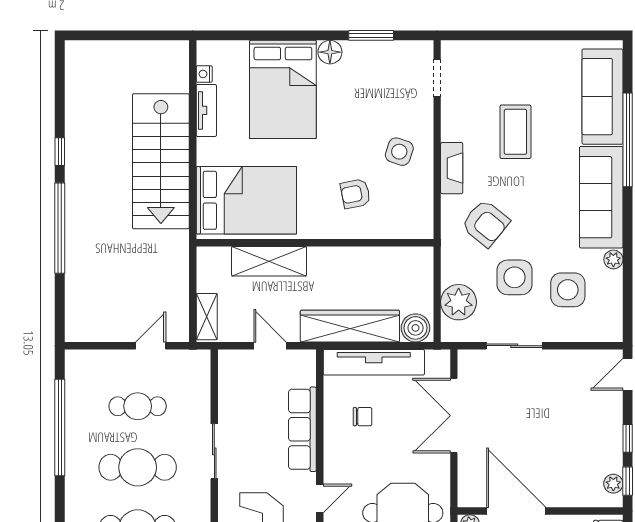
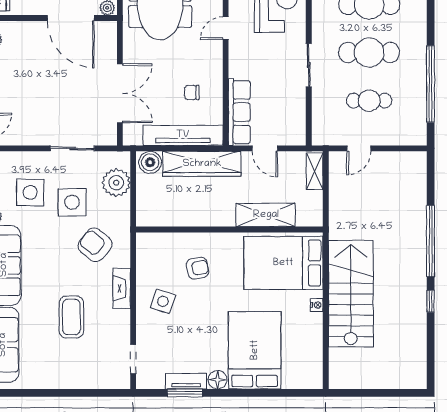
nightstand: (204, 74) -> (317, 305), moved
tv unit: (206, 110) -> (186, 381), moved, turned 90
row of seats: (302, 429) -> (239, 112), moved

